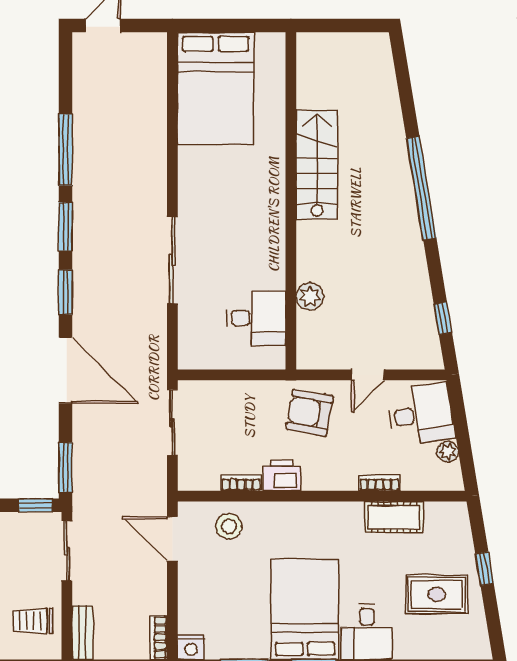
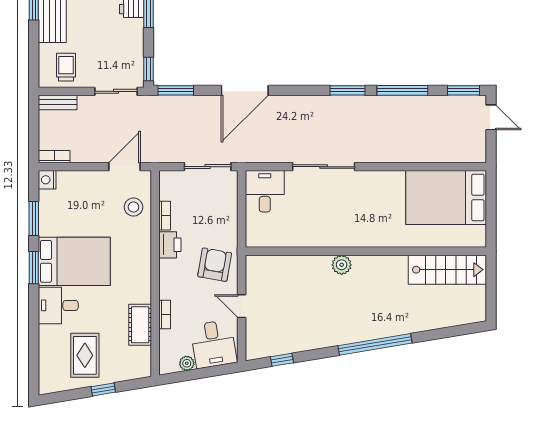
stairs: (317, 164) -> (447, 270), moved
window: (66, 292) -> (464, 90), moved
plant: (310, 297) -> (342, 265), moved
desk: (256, 318) -> (265, 191), moved, turned 180

